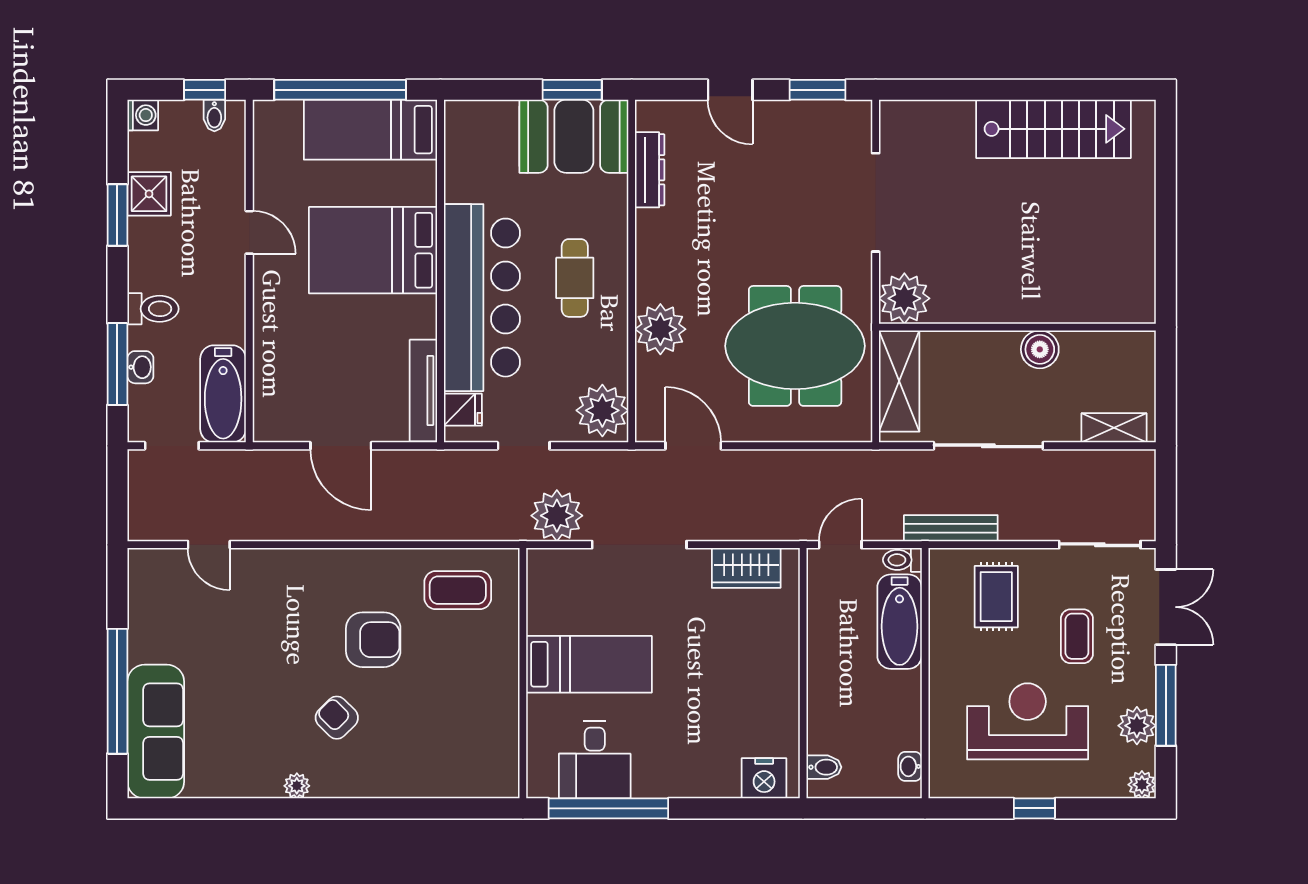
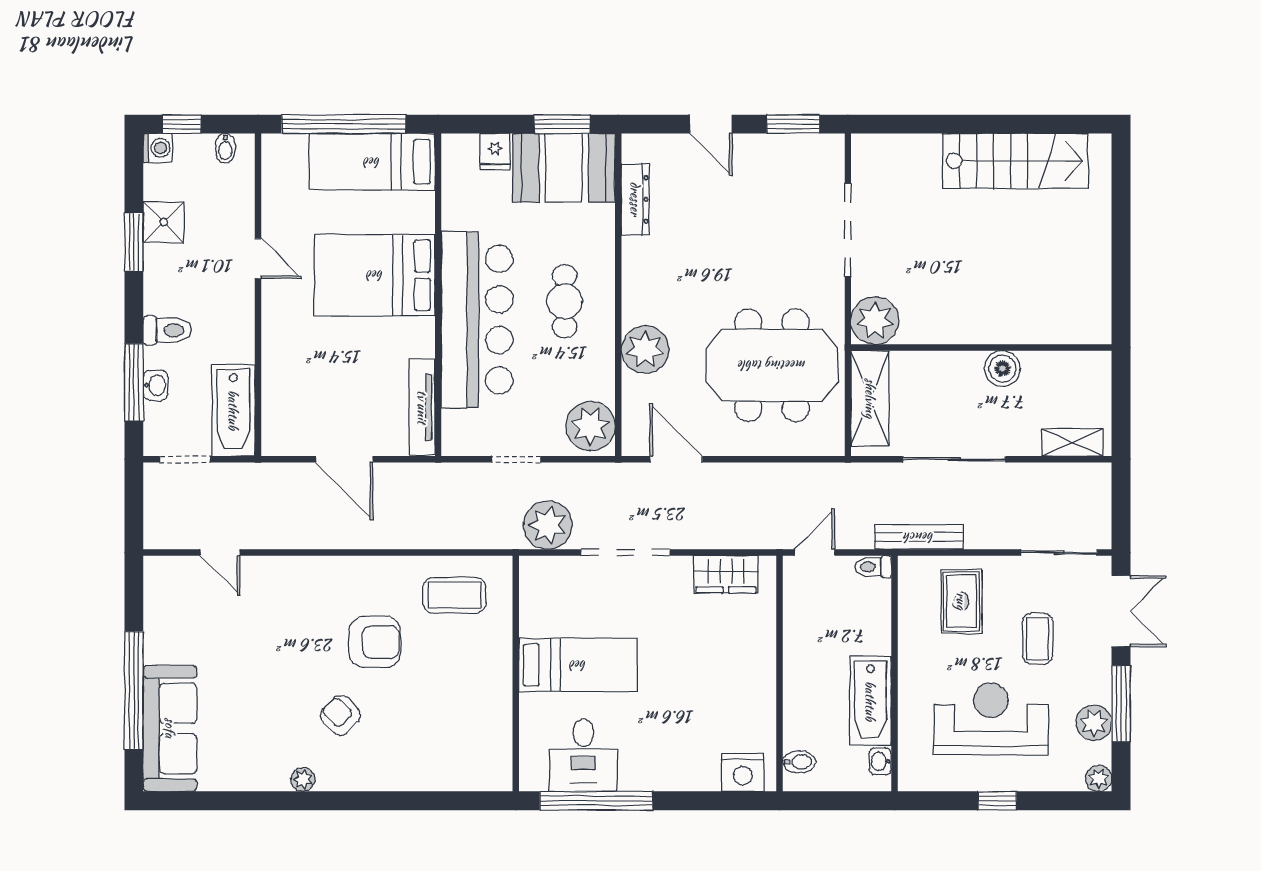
window: (205, 90) -> (182, 124), moved
fridge: (463, 410) -> (495, 151), moved, turned 90
bathtub: (900, 622) -> (870, 701), moved

